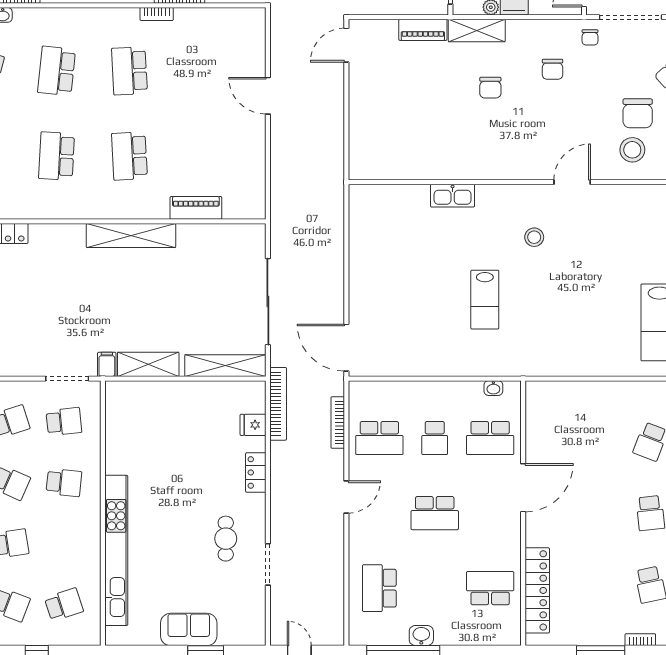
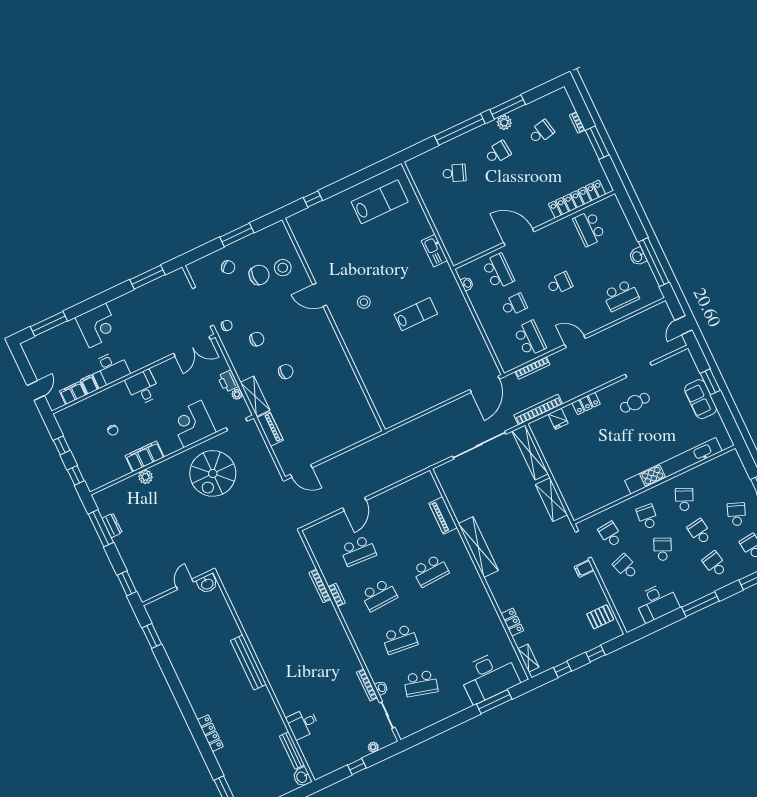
school desk: (57, 156) -> (358, 551), moved
kitchen sink: (453, 196) -> (434, 251), moved, turned 180
filing cabinet: (107, 364) -> (584, 569), moved
school desk: (435, 513) -> (560, 283), width x0.54
school desk: (64, 605) -> (684, 499), moved, turned 42

